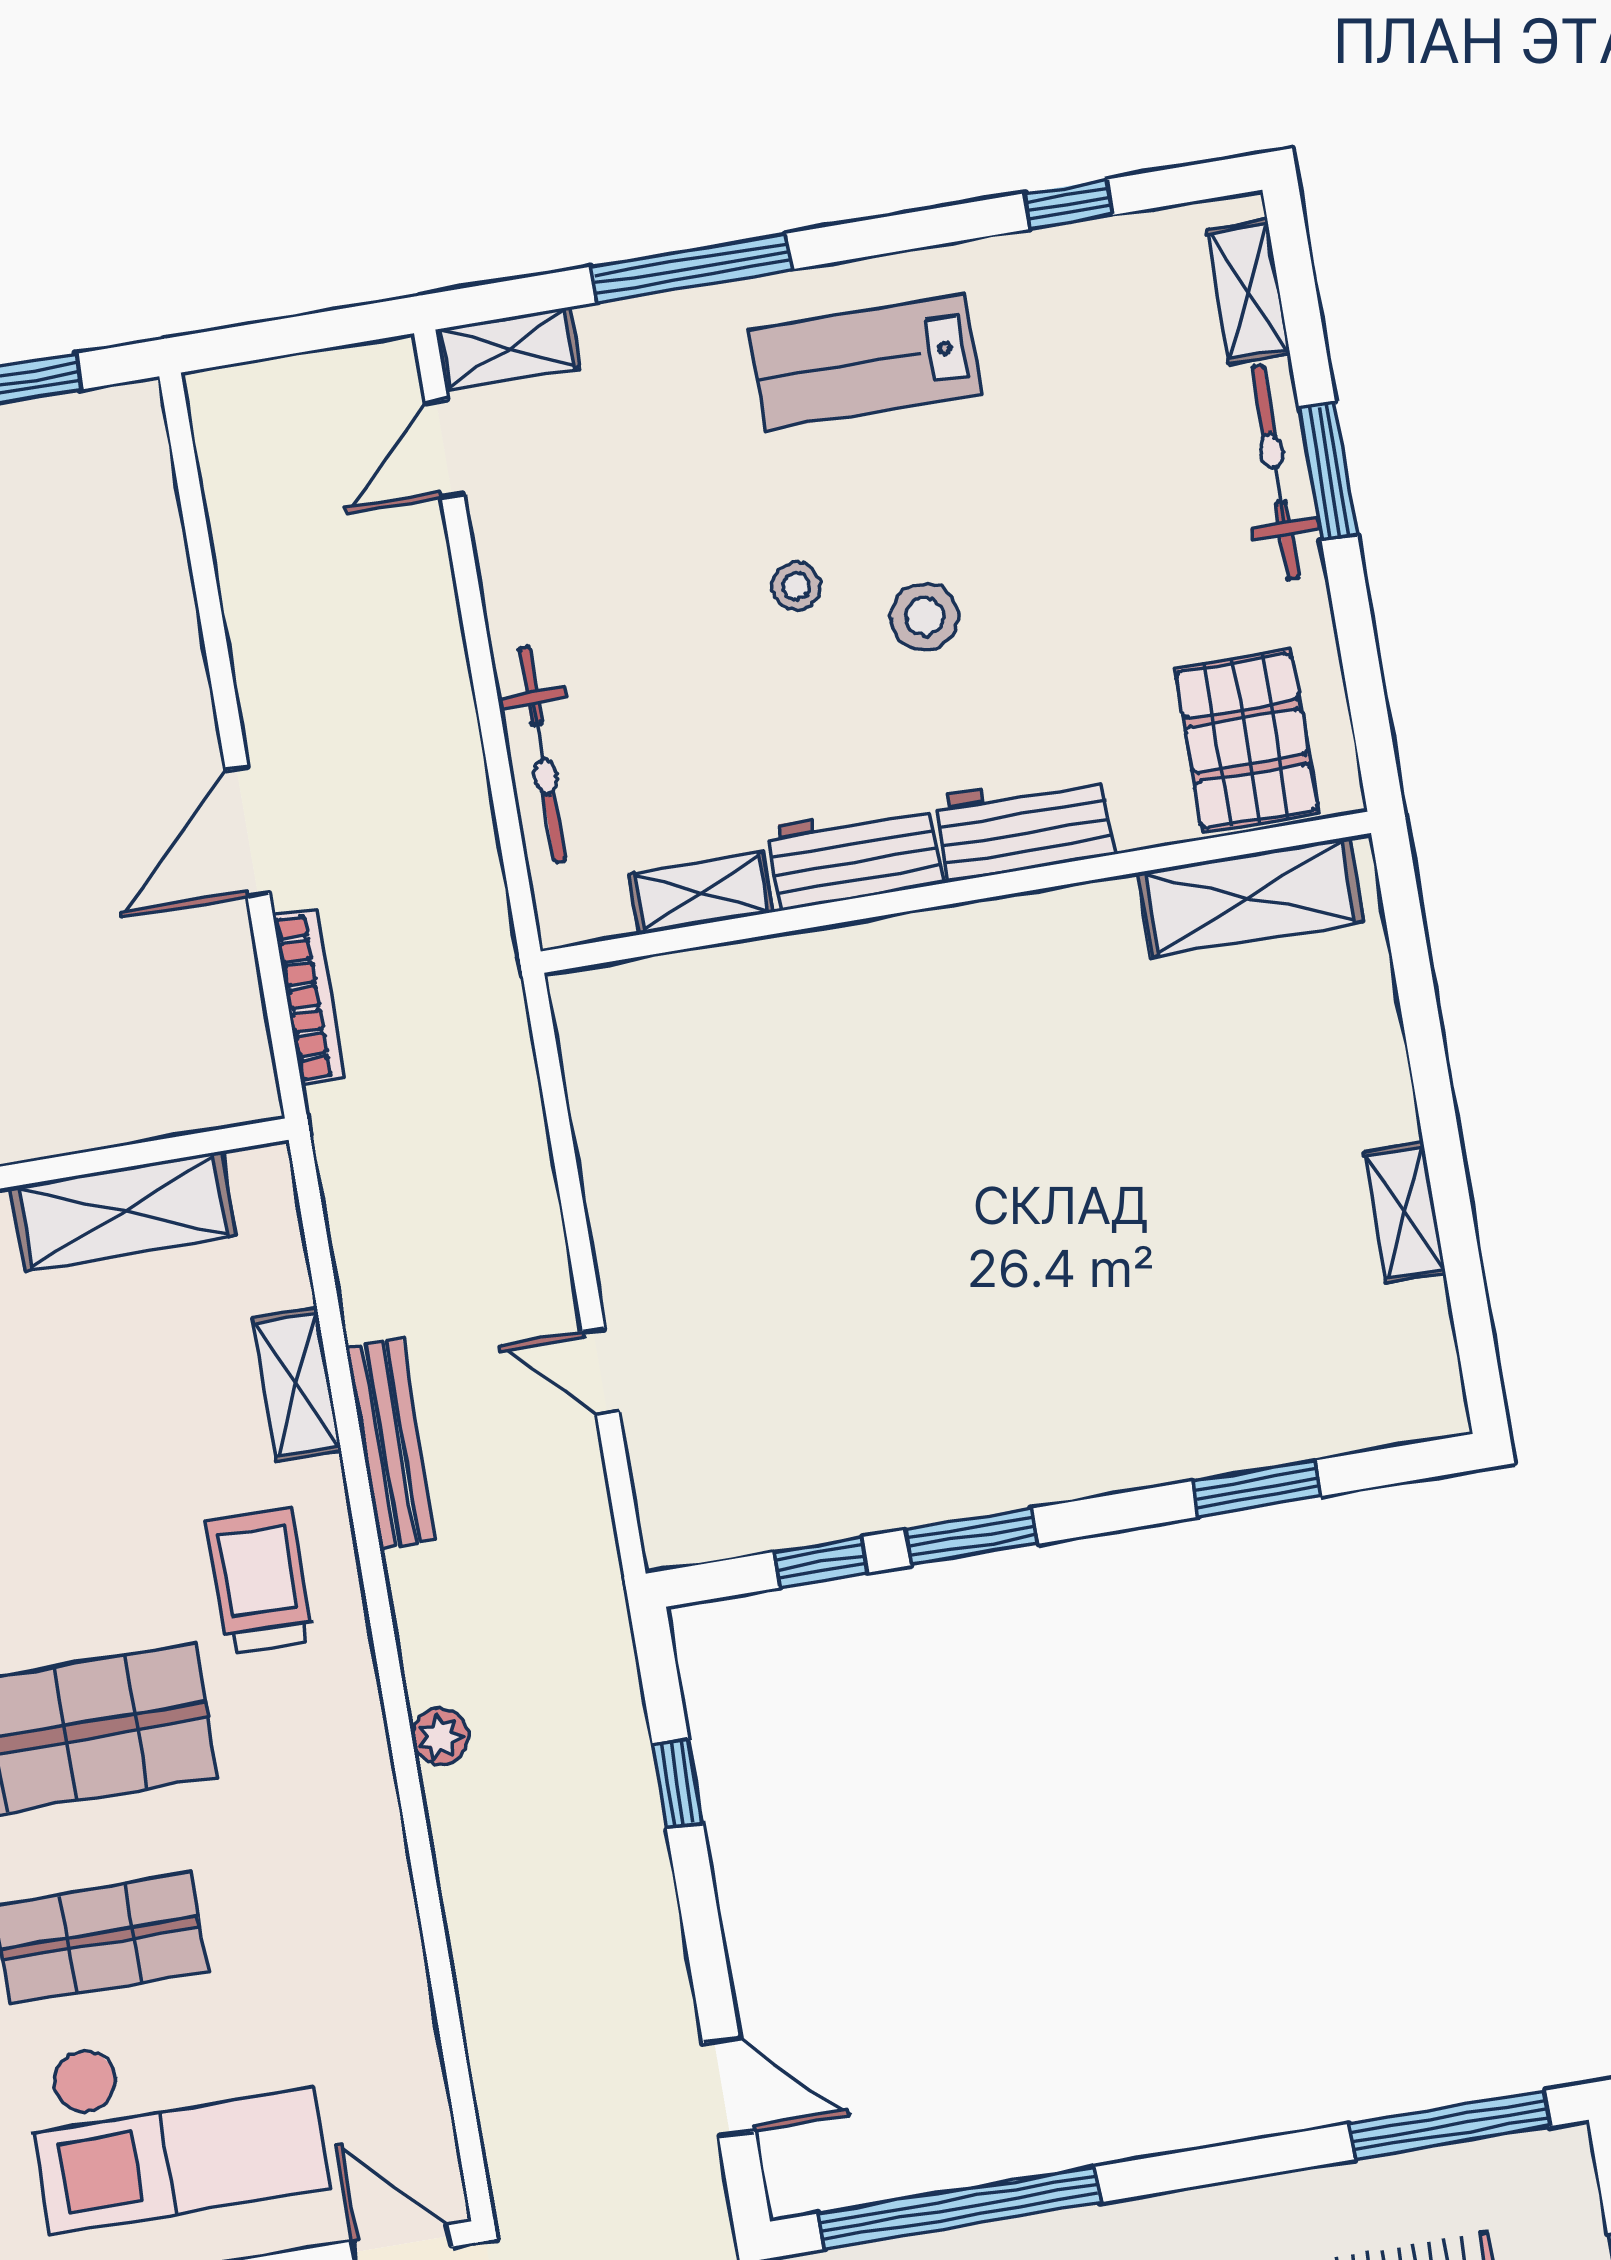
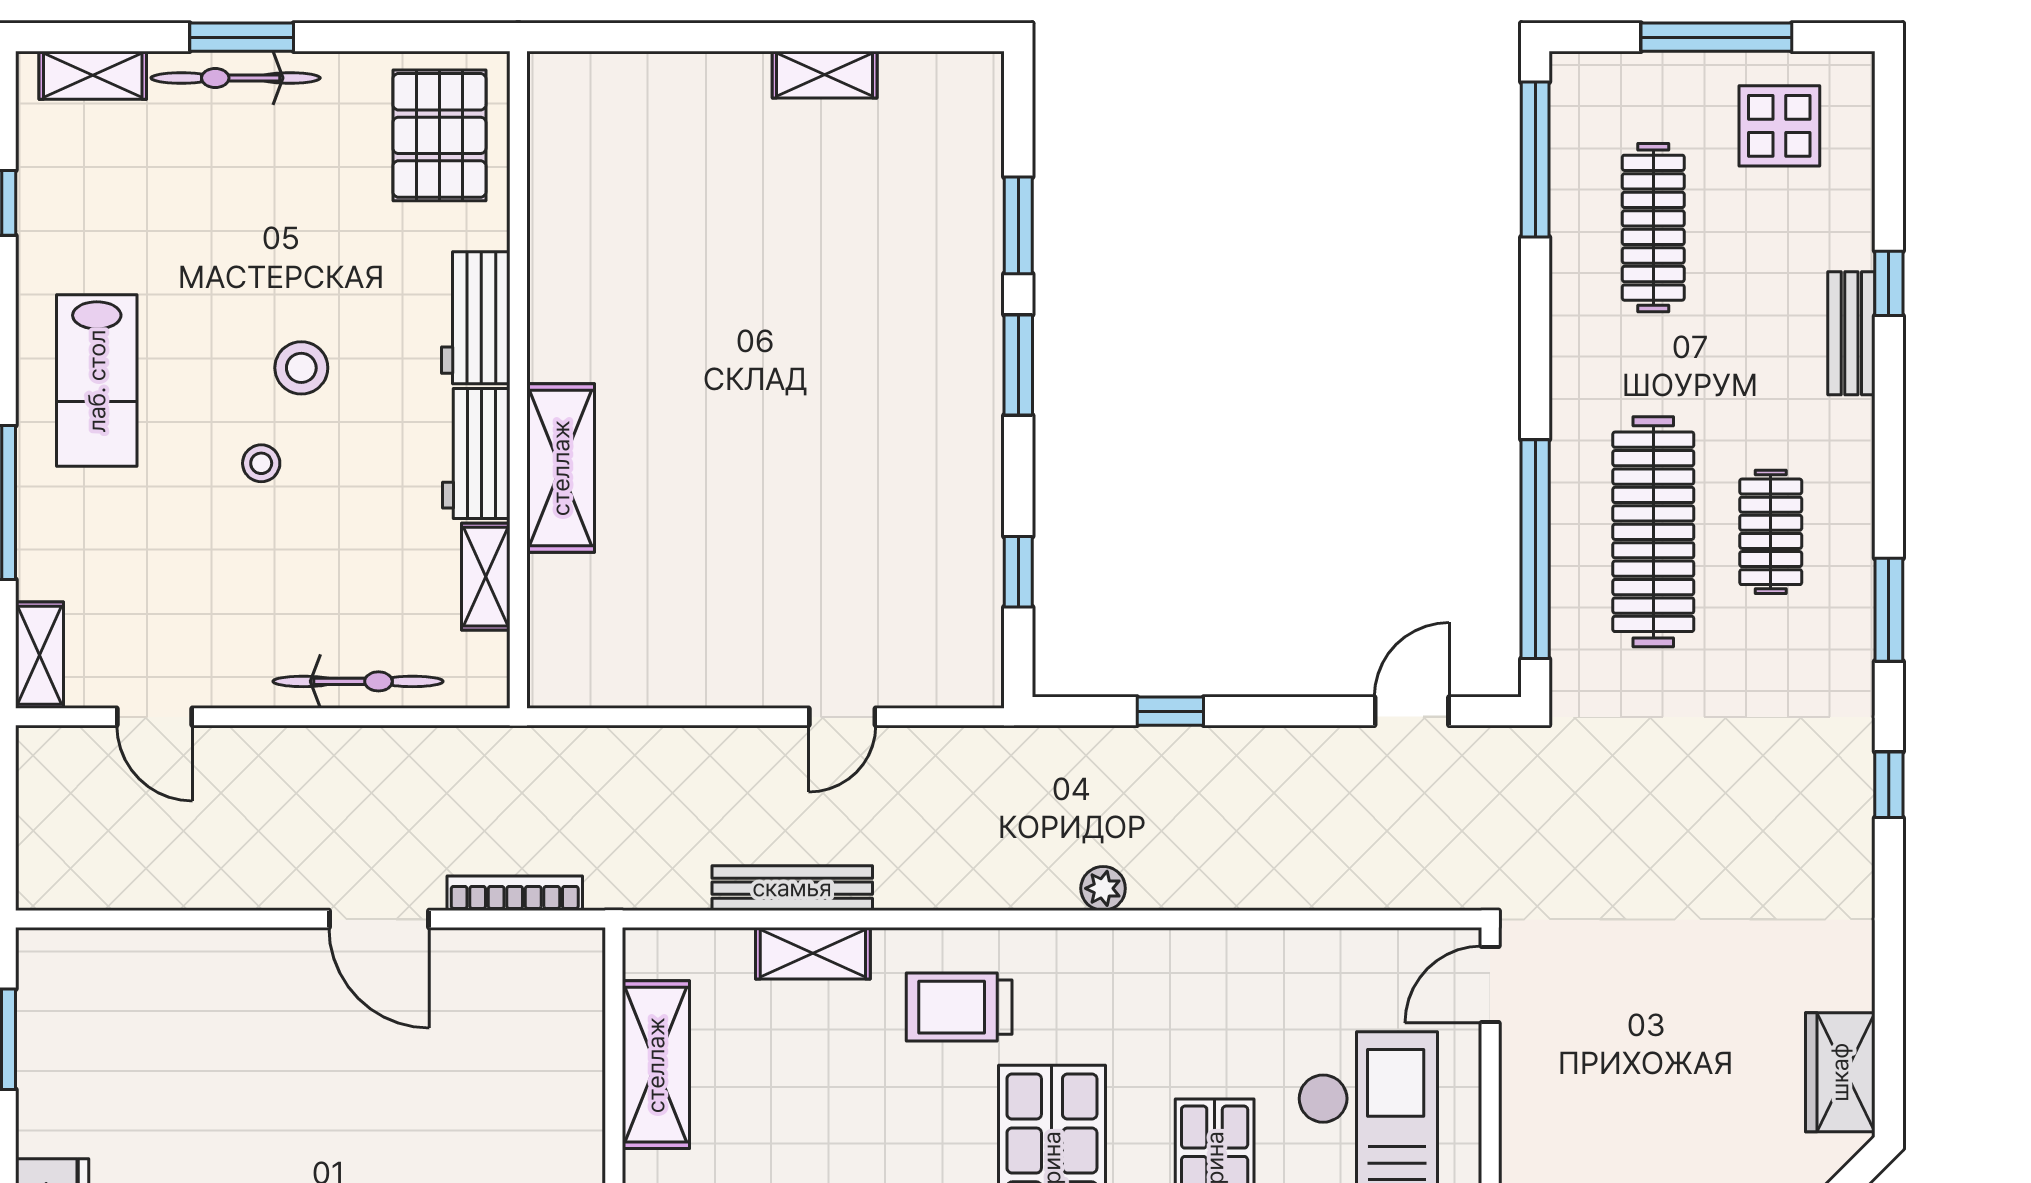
door: (444, 449) -> (155, 717), moved
pallet: (1247, 741) -> (439, 135), turned 90
shelving: (1250, 897) -> (561, 468), moved
bench: (391, 1444) -> (792, 888), moved
window: (971, 1537) -> (1018, 365), moved

